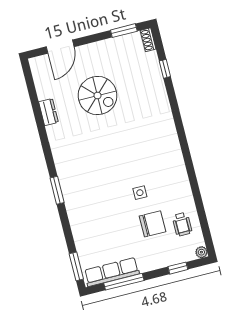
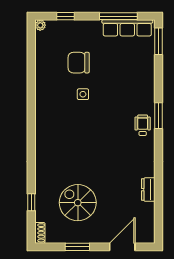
window: (124, 31) -> (77, 247), moved
spiral stairs: (97, 96) -> (78, 203), moved
wheelchair: (182, 224) -> (143, 125), moved

